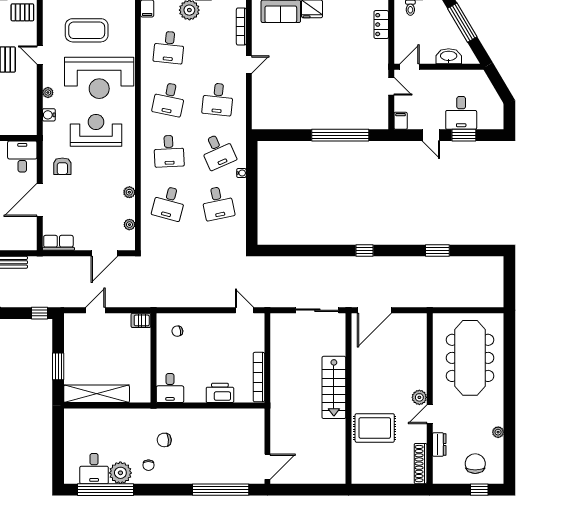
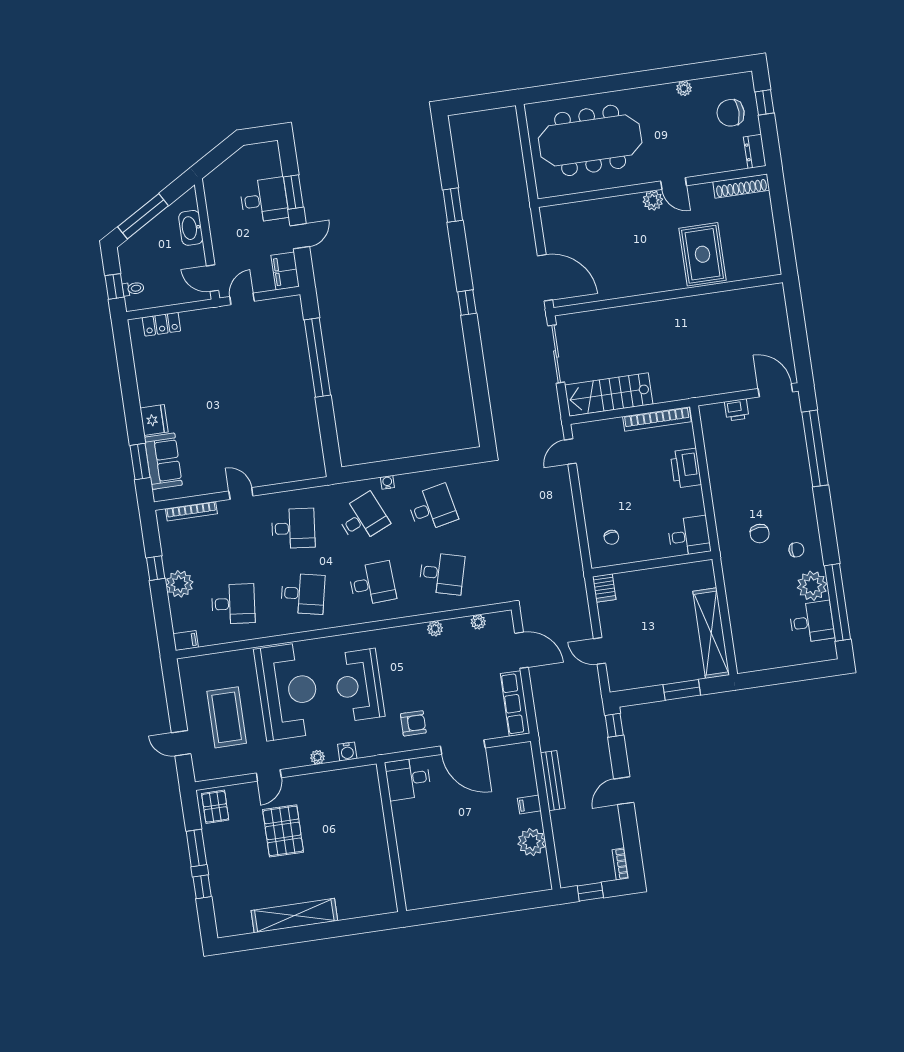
filing cabinet: (401, 121) -> (285, 271), width x2.00
row of seats: (58, 243) -> (515, 703), width x1.48
stairs: (334, 387) -> (609, 395), moved, turned 180
printer: (257, 436) -> (737, 410), added
dresser: (439, 445) -> (755, 151), moved, turned -90

